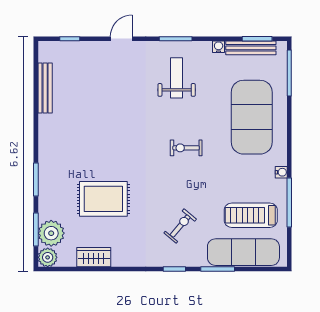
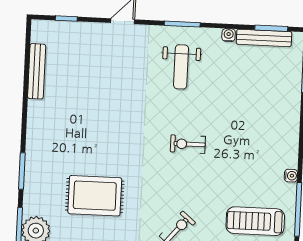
weight bench: (177, 78) -> (181, 67), turned 180
exercise mat: (252, 117) -> (261, 114), removed

